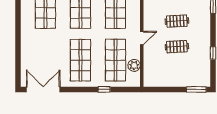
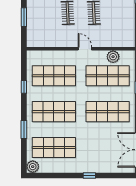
window: (18, 42) -> (89, 175), added

